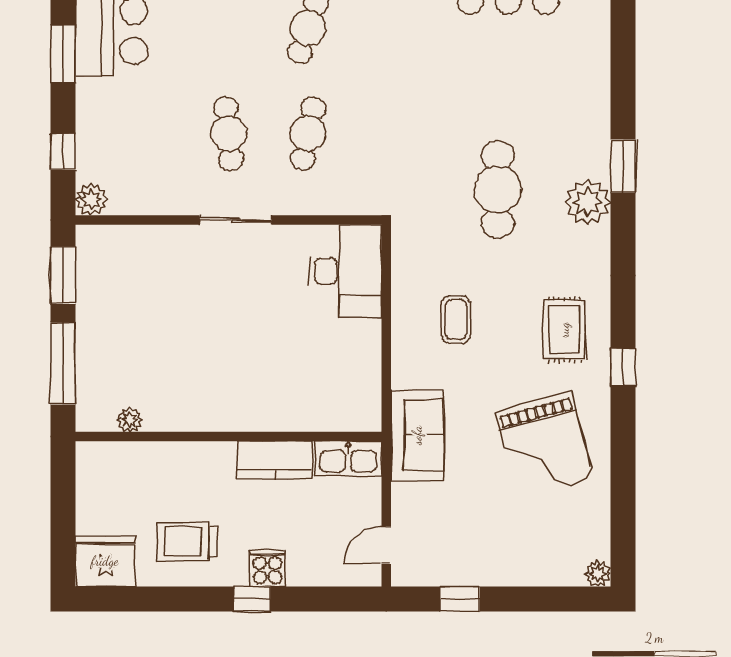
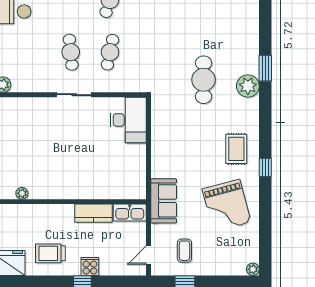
coffee table: (456, 320) -> (184, 251), moved

